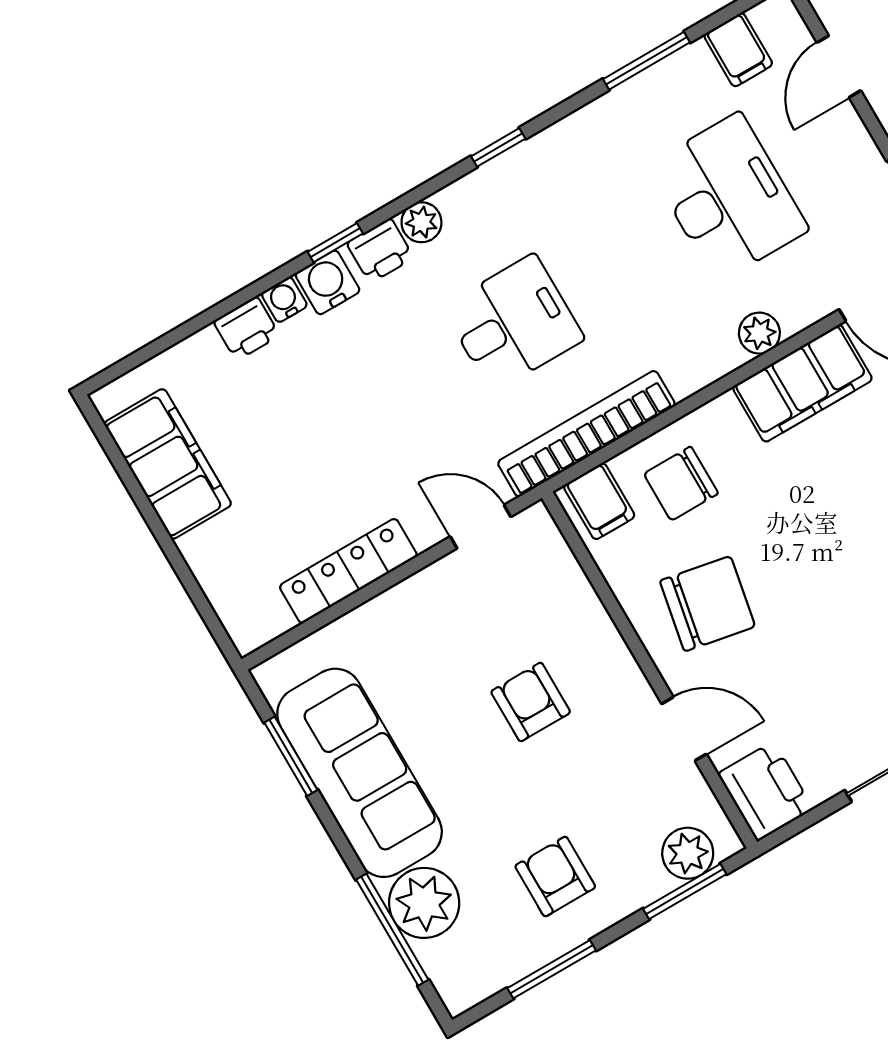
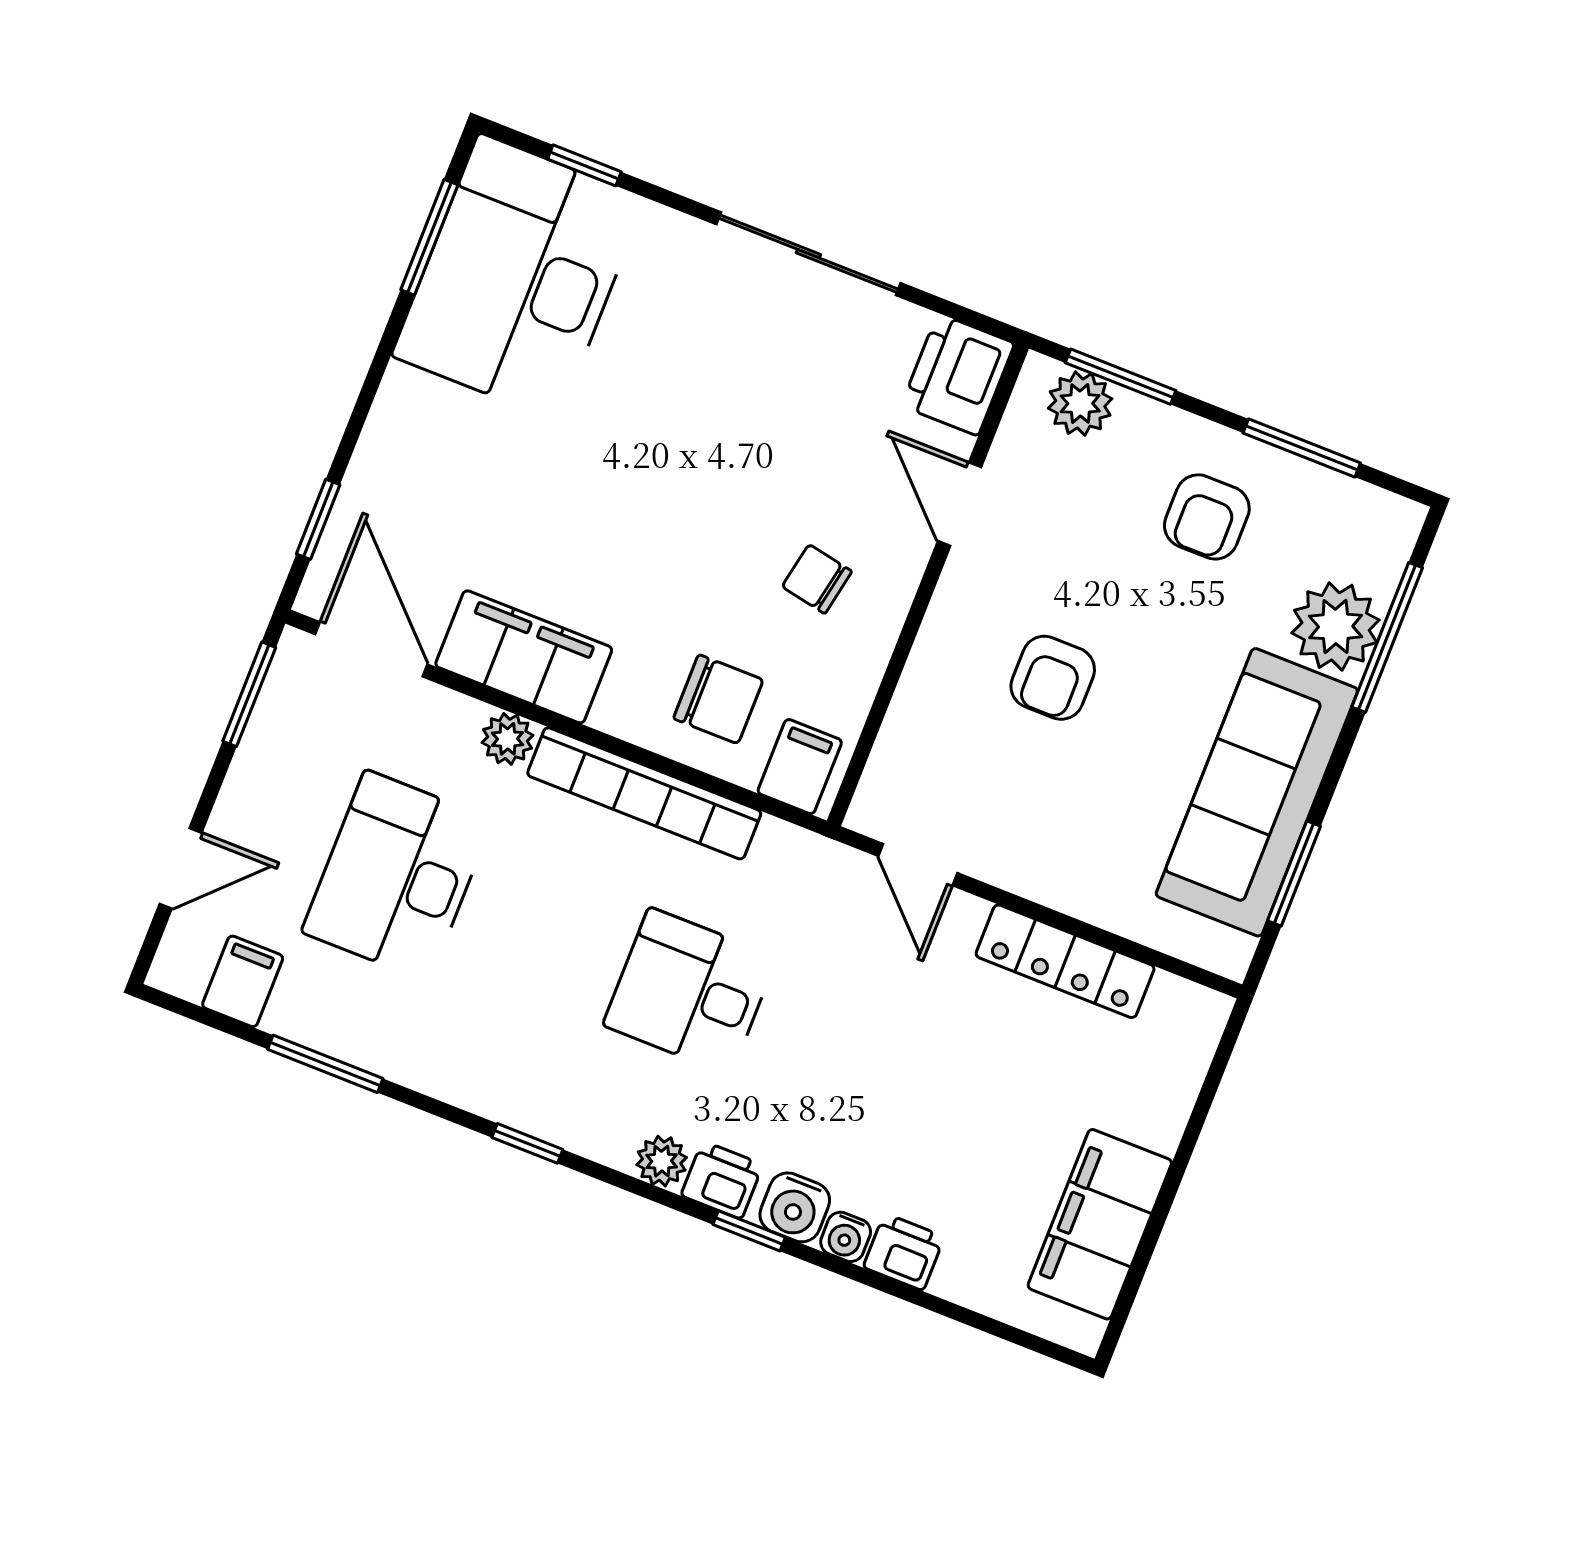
bookcase: (586, 434) -> (644, 793), moved
chair: (707, 604) -> (817, 579), width x0.54, depth x0.54

